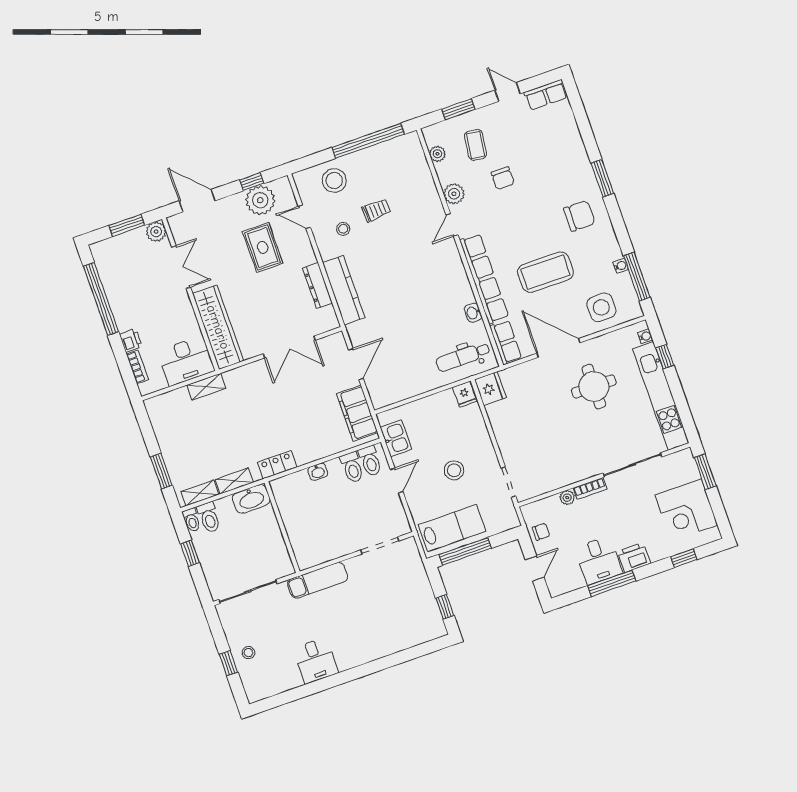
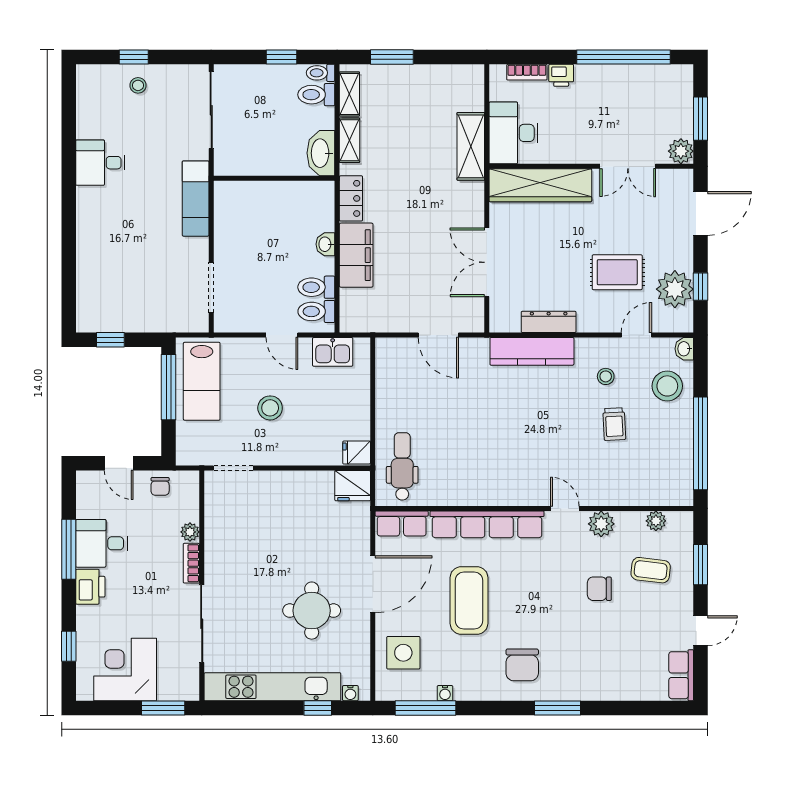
washbasin: (473, 313) -> (684, 349), moved, turned -90
shelving: (206, 387) -> (471, 146), width x1.50, depth x1.33
filing cabinet: (357, 413) -> (356, 255), moved, turned 90

